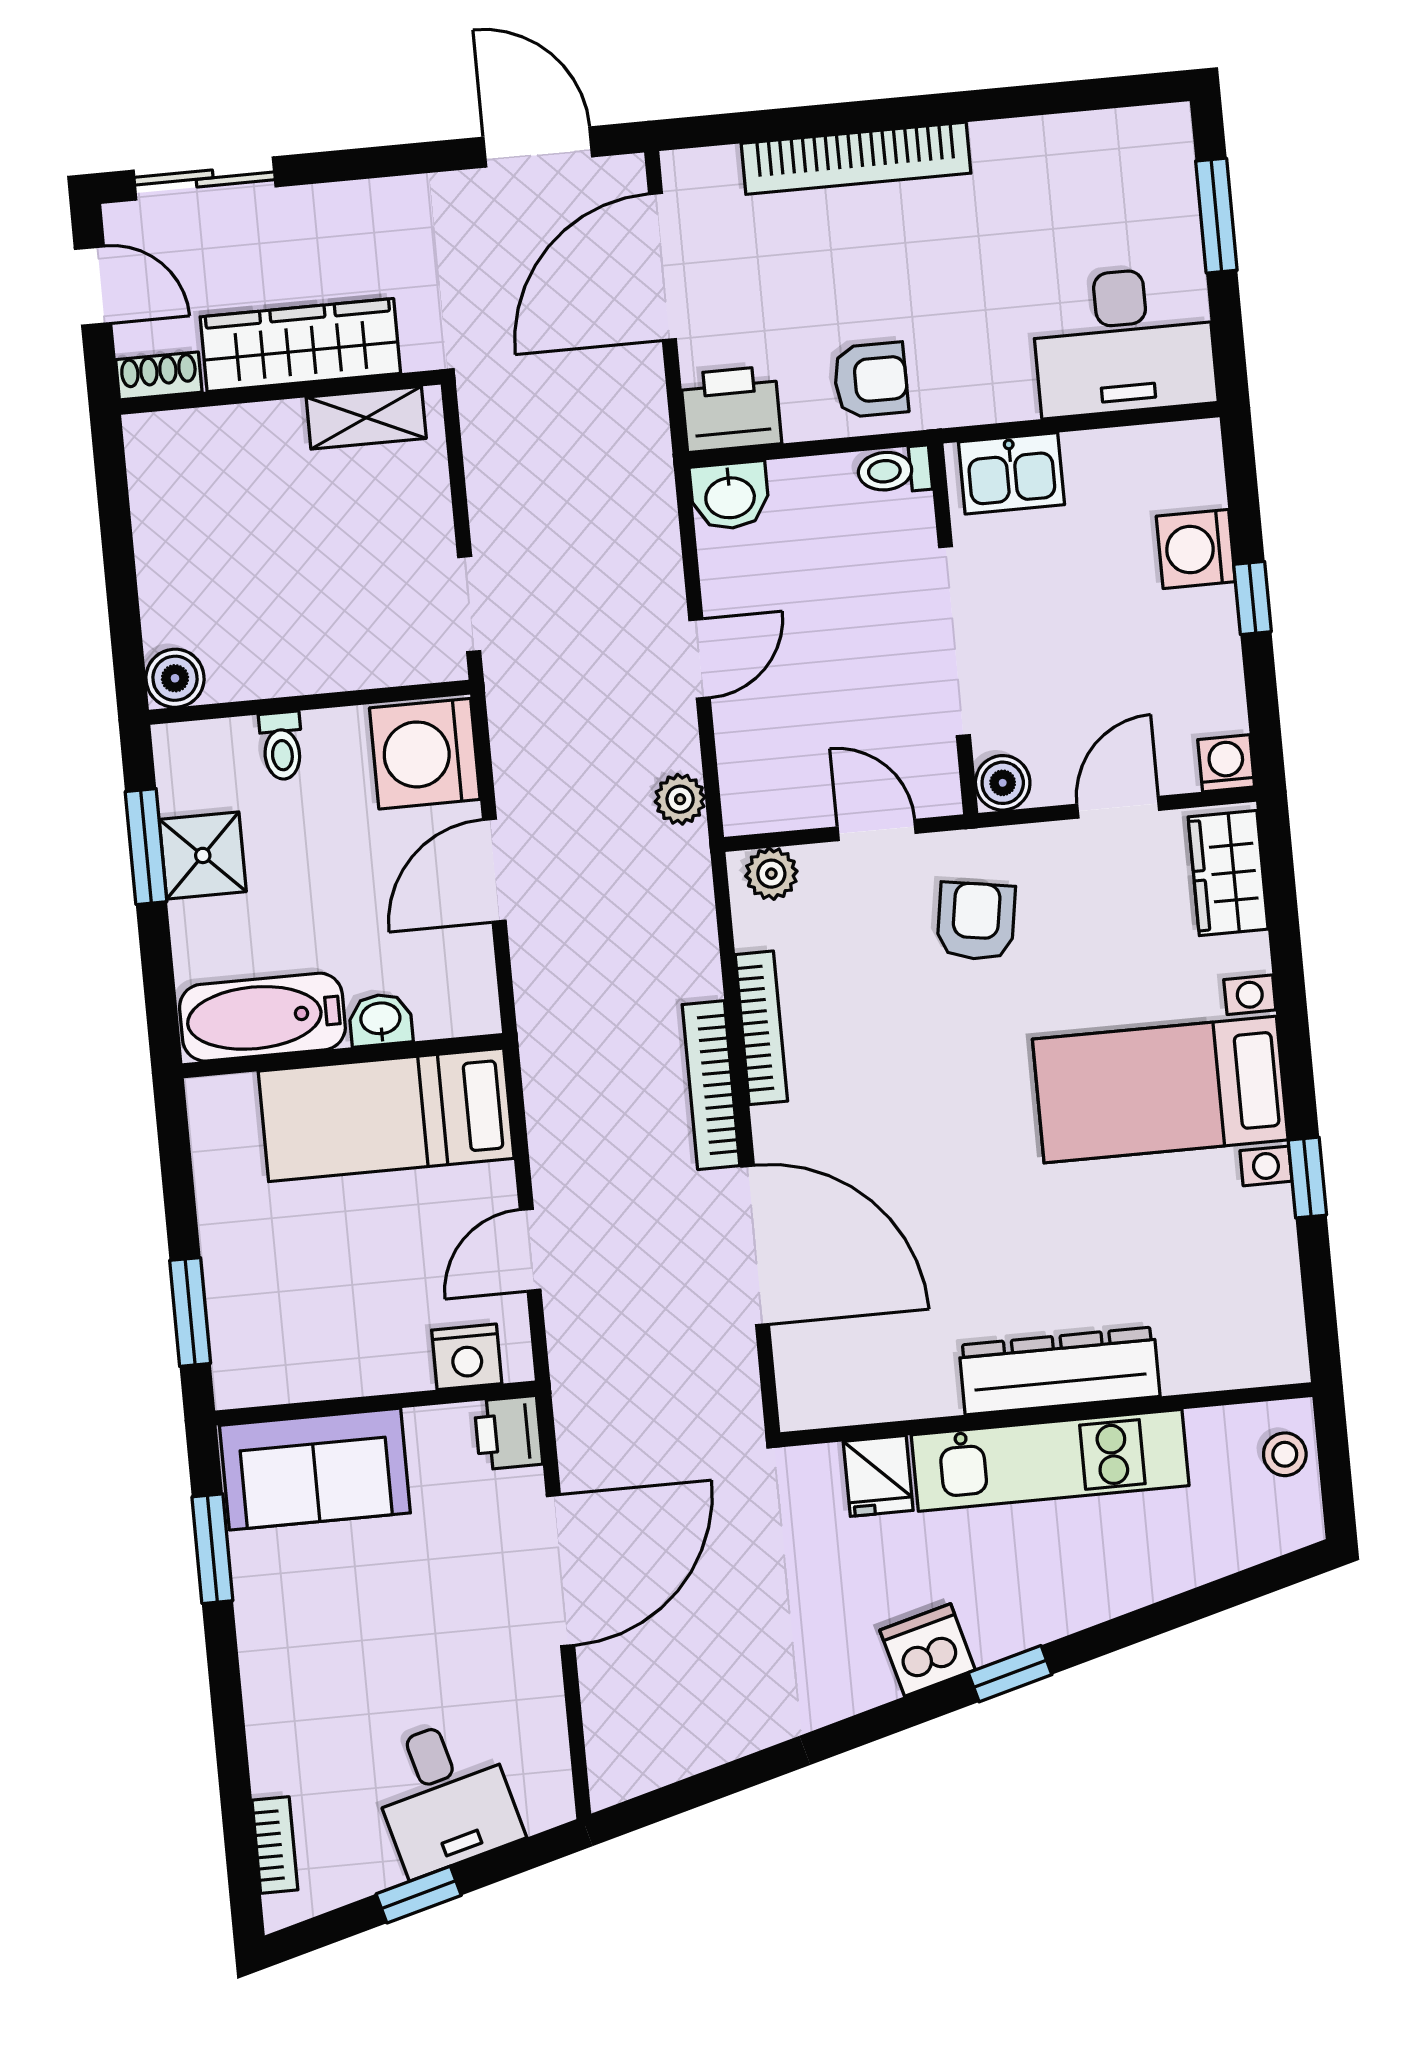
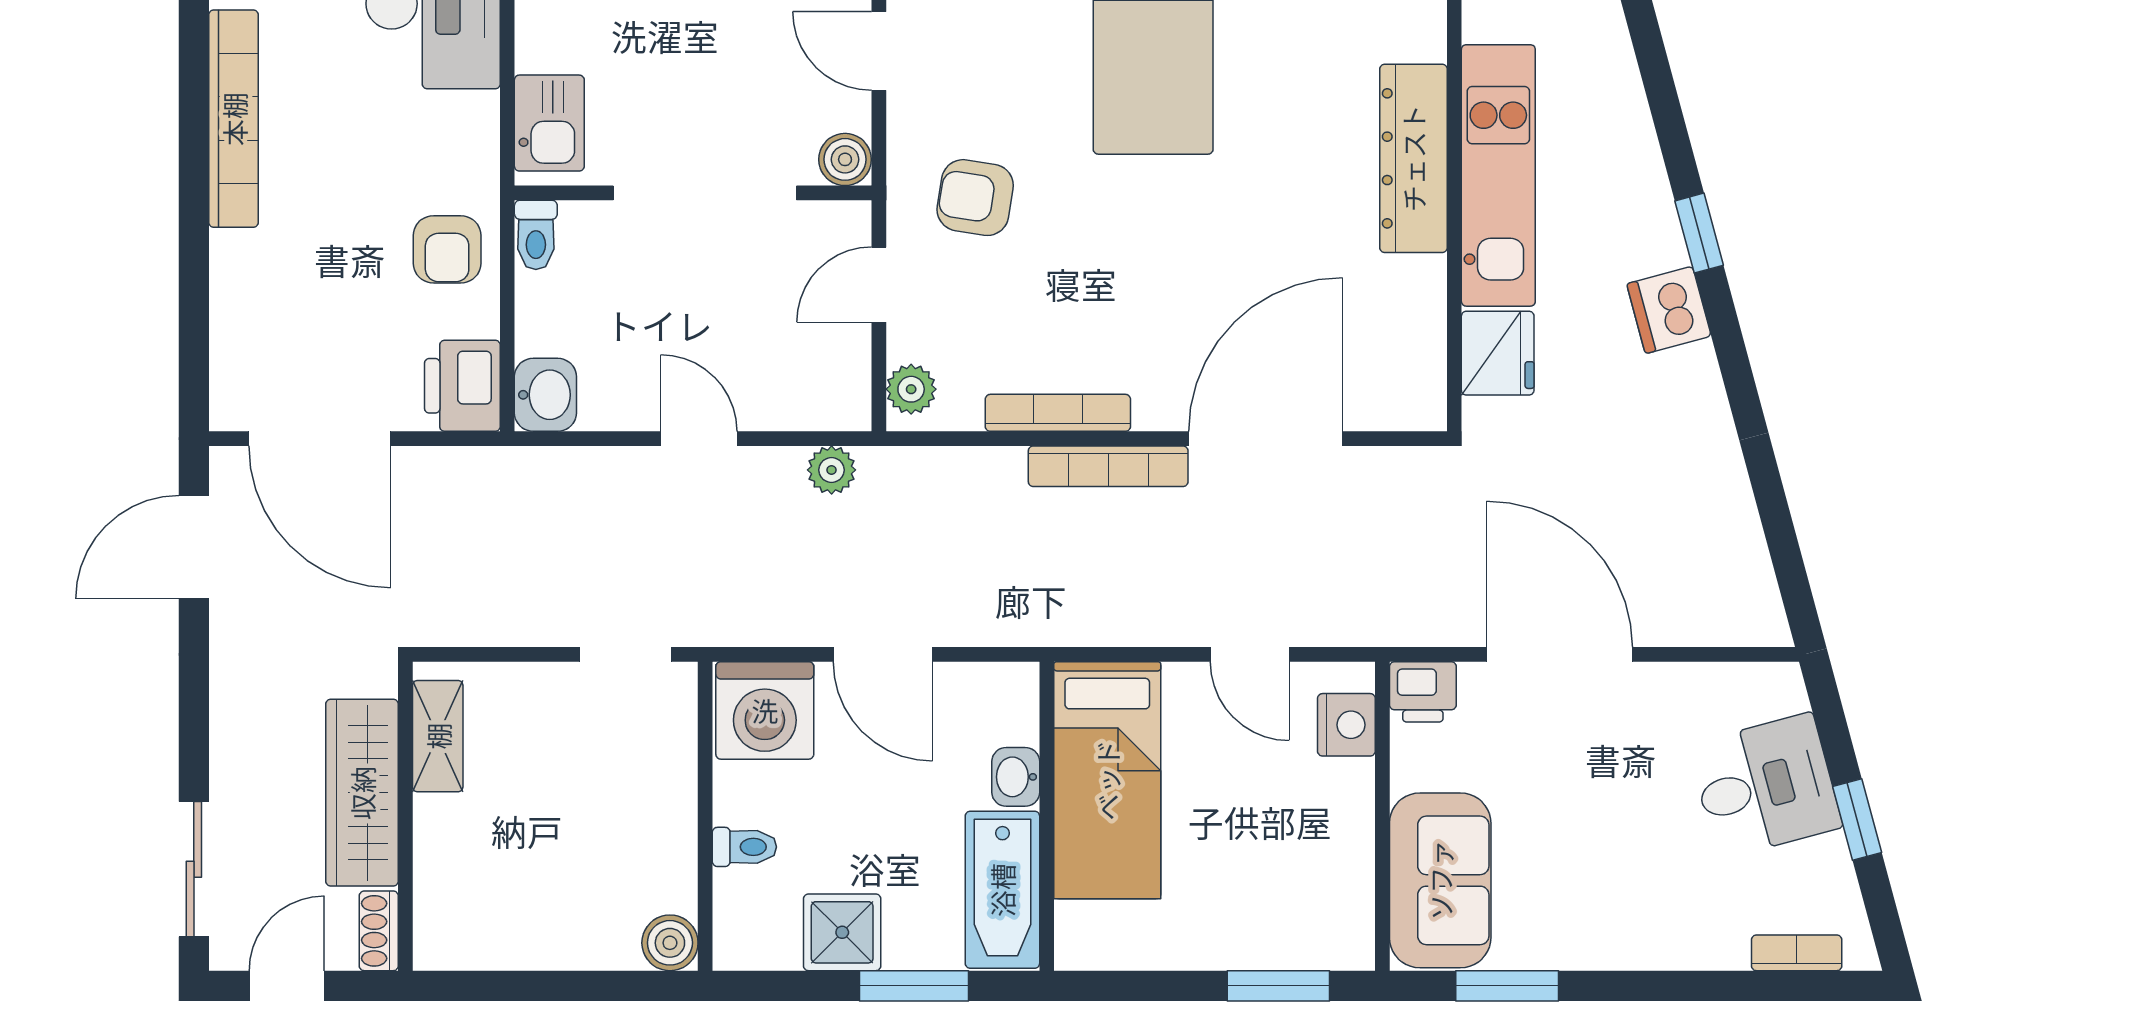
bookcase: (856, 158) -> (234, 119), moved
armchair: (871, 380) -> (447, 249), turned 180
window: (146, 847) -> (914, 986), moved
fridge: (878, 1476) -> (1498, 353), width x1.38

